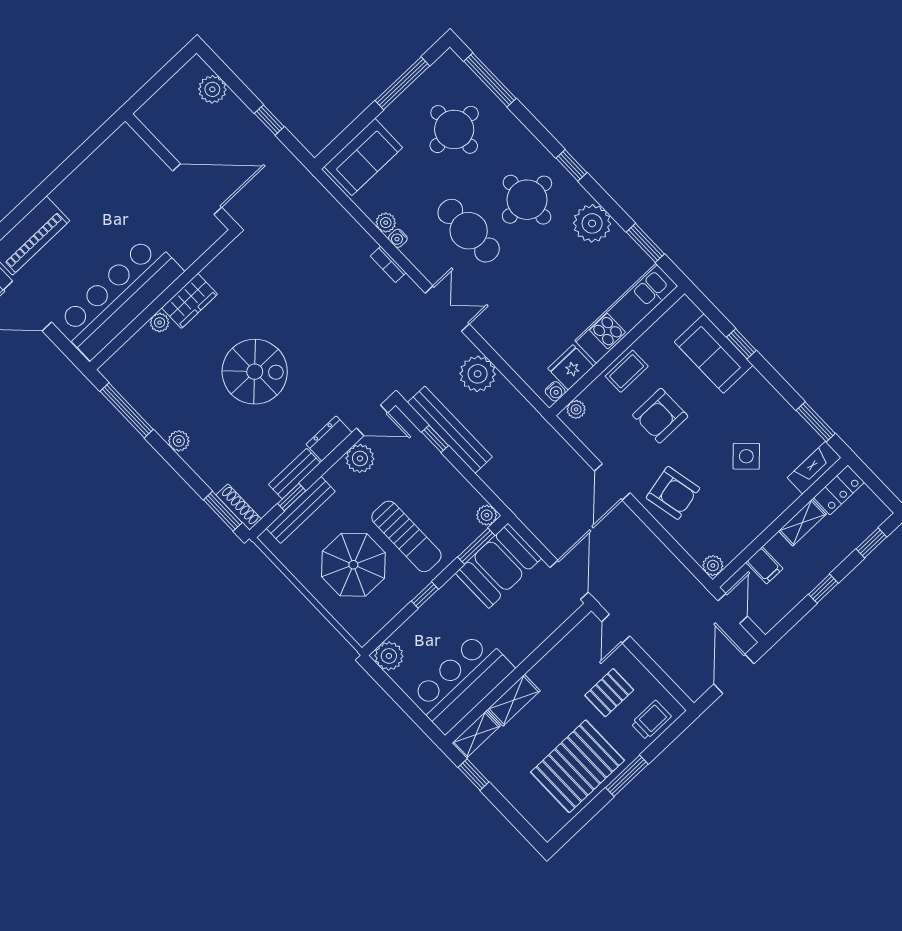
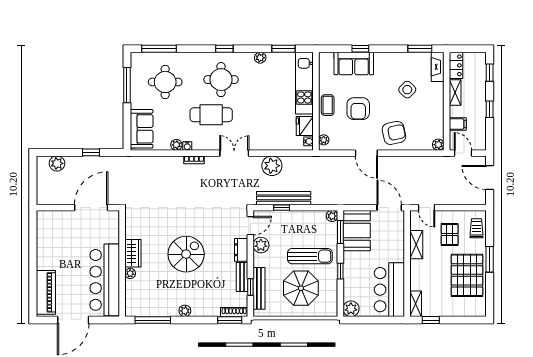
plant: (592, 223) -> (260, 58), width x0.53, depth x0.53
shelving: (514, 700) -> (416, 245), moved

